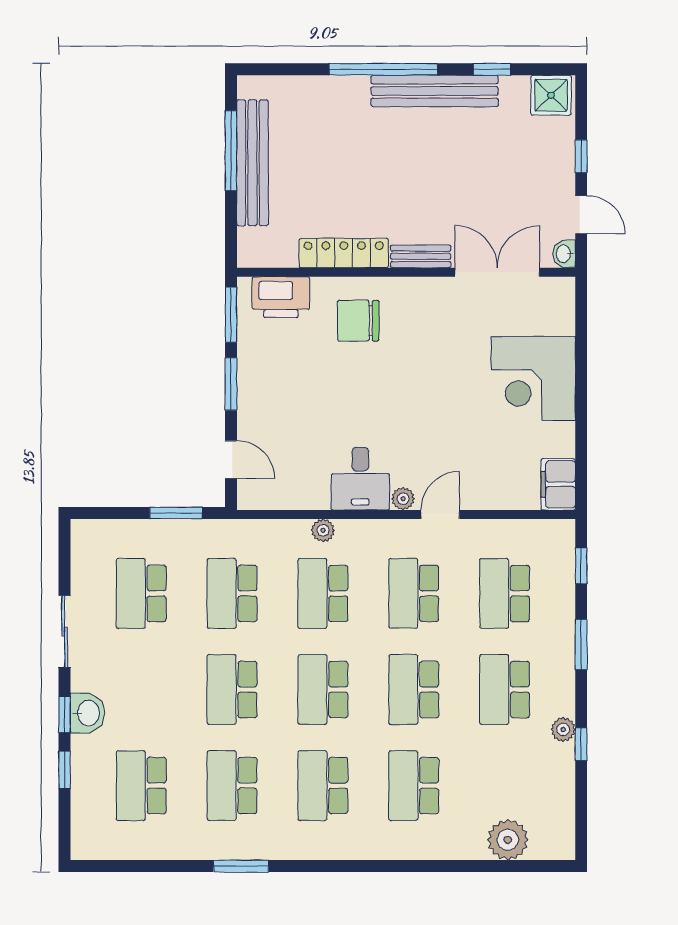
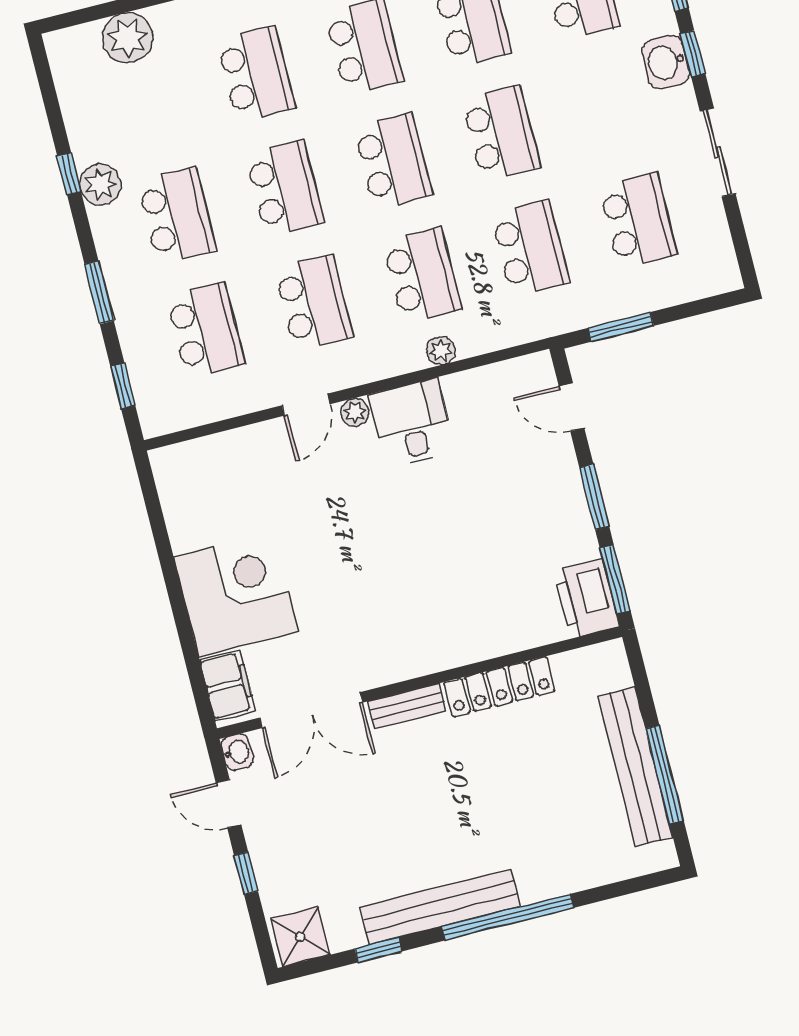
printer: (281, 297) -> (587, 599), moved, turned -90
chair: (358, 321) -> (462, 611), removed
filing cabinet: (558, 484) -> (228, 685), moved
plant: (563, 729) -> (100, 185), width x1.38, depth x1.38

